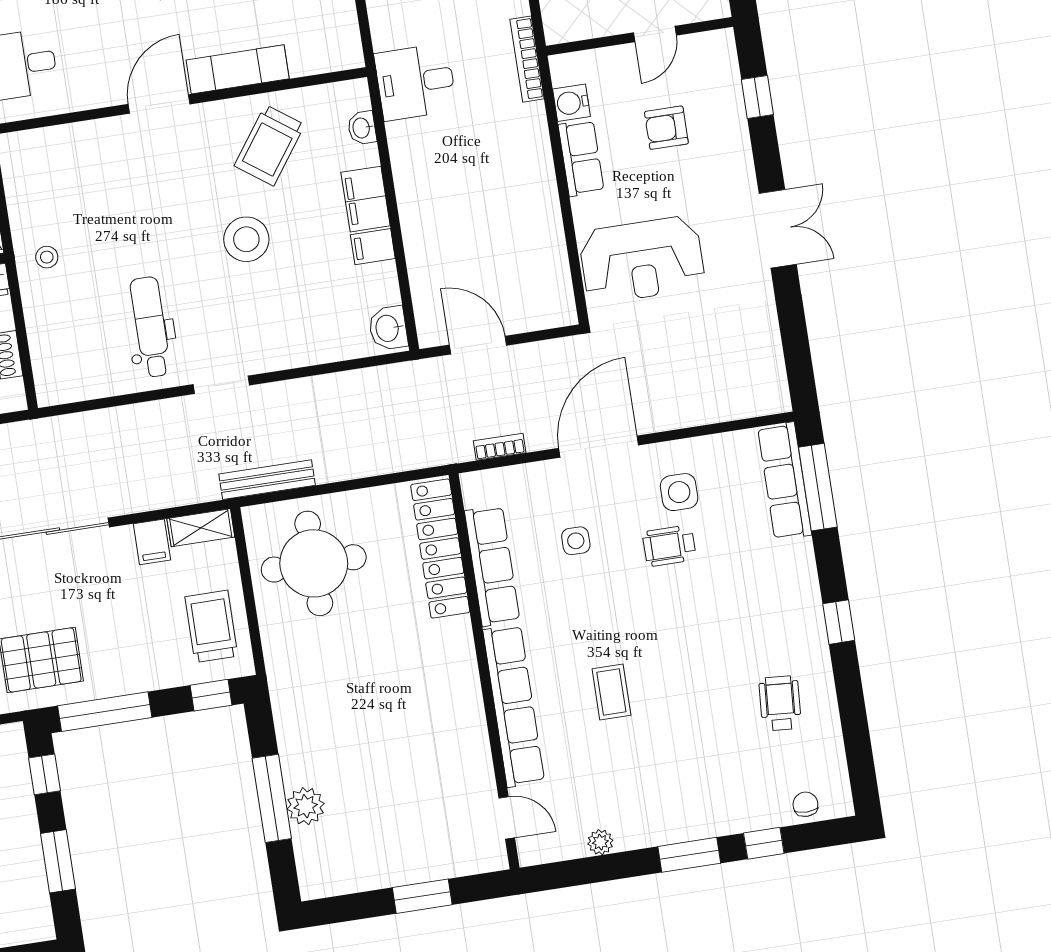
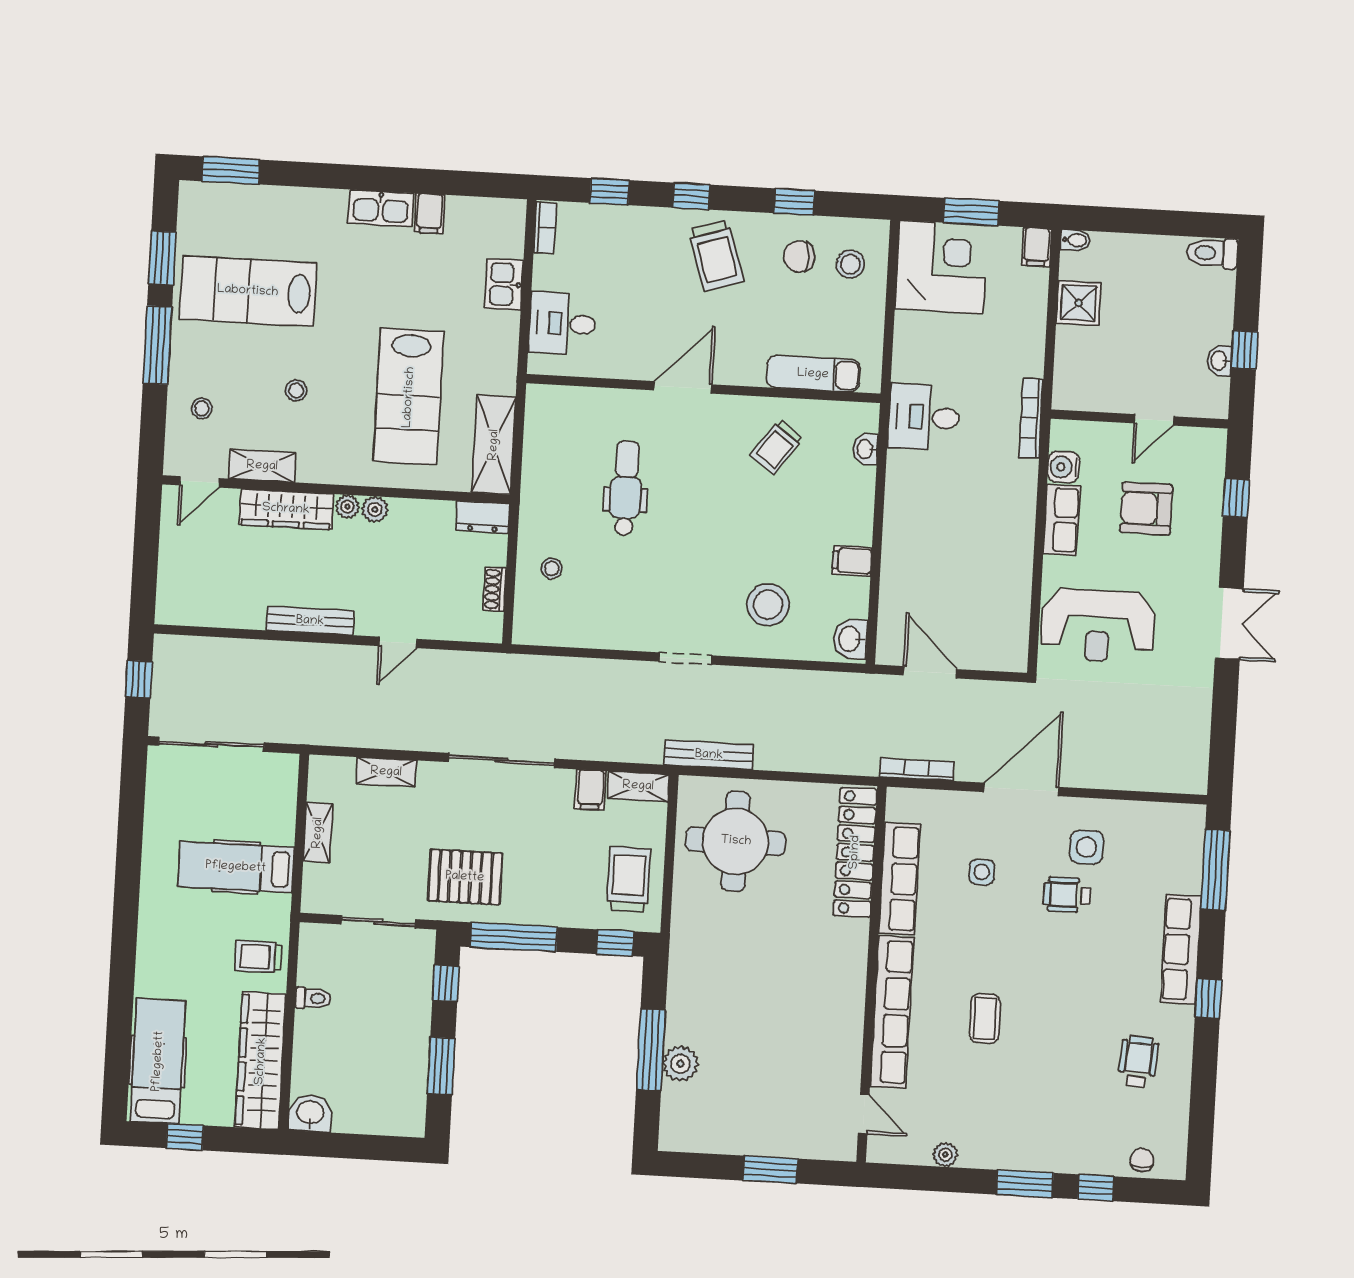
exam couch: (238, 69) -> (813, 374), moved
armchair: (666, 128) -> (1146, 509), width x1.38, depth x1.38
trolley: (269, 145) -> (777, 447), width x0.73, depth x0.72
filing cabinet: (366, 199) -> (855, 515), removed
stool: (246, 239) -> (768, 605), moved
stool: (47, 257) -> (552, 569), moved
dental chair: (151, 327) -> (626, 488), moved
bookcase: (500, 447) -> (917, 769), width x1.56
row of seats: (785, 481) -> (1181, 949), moved

